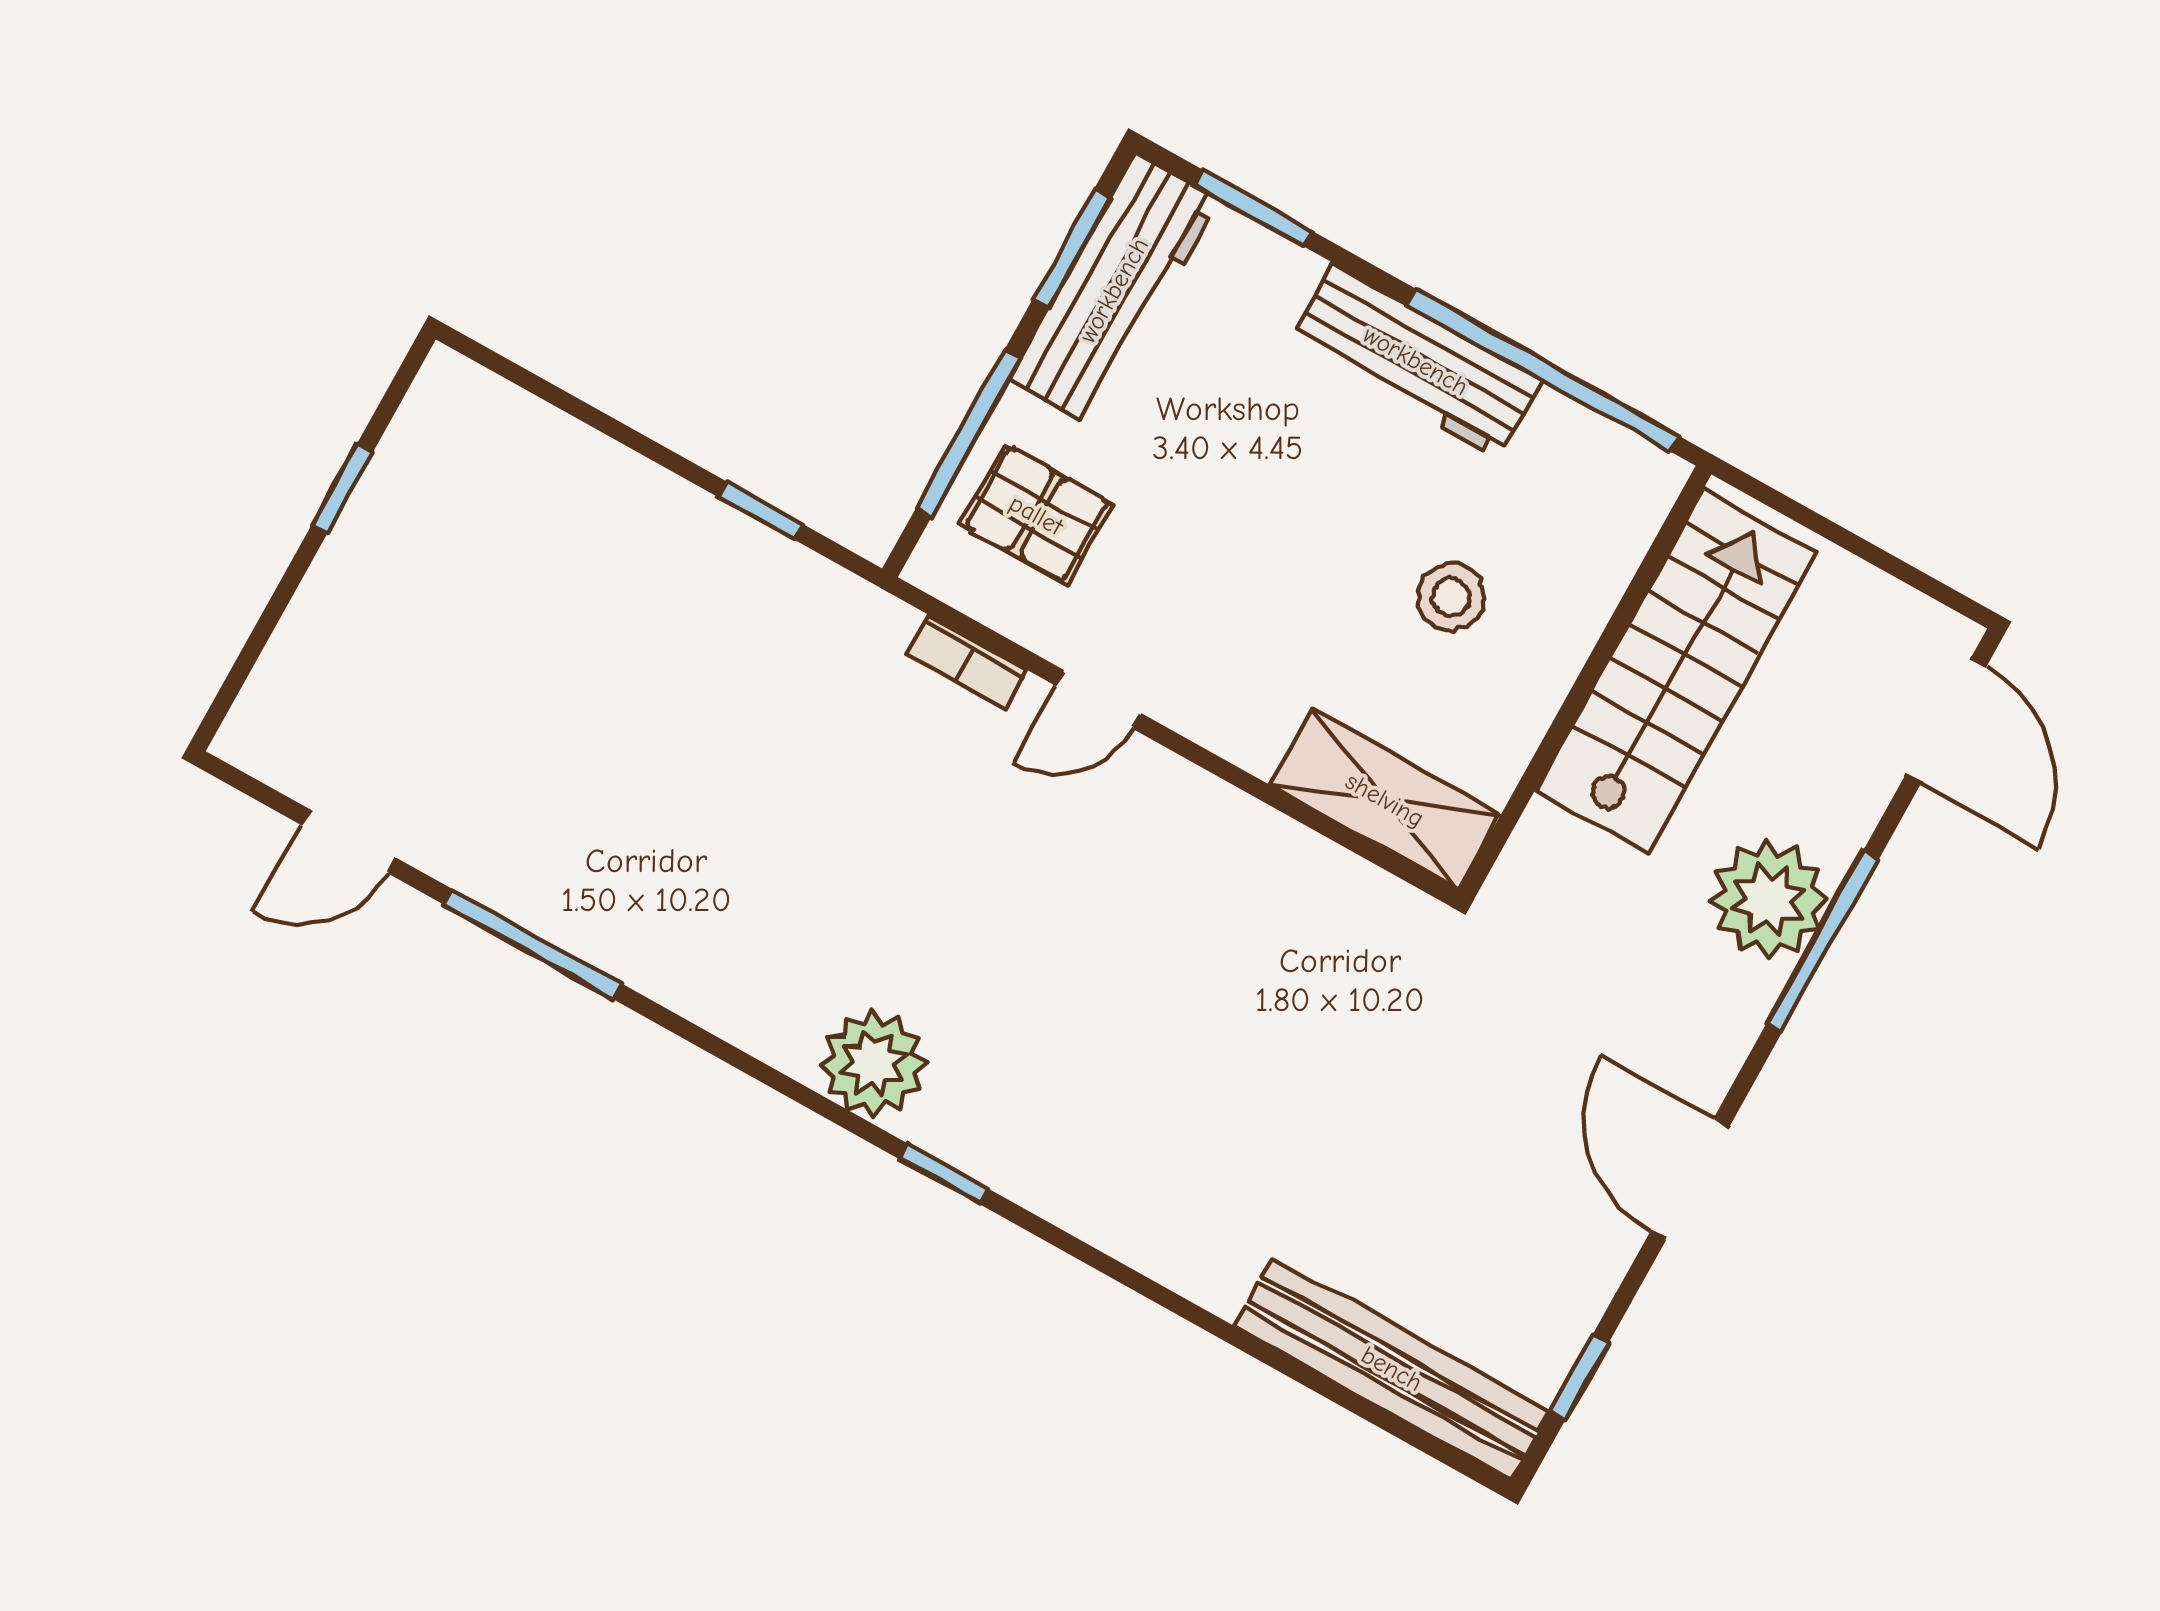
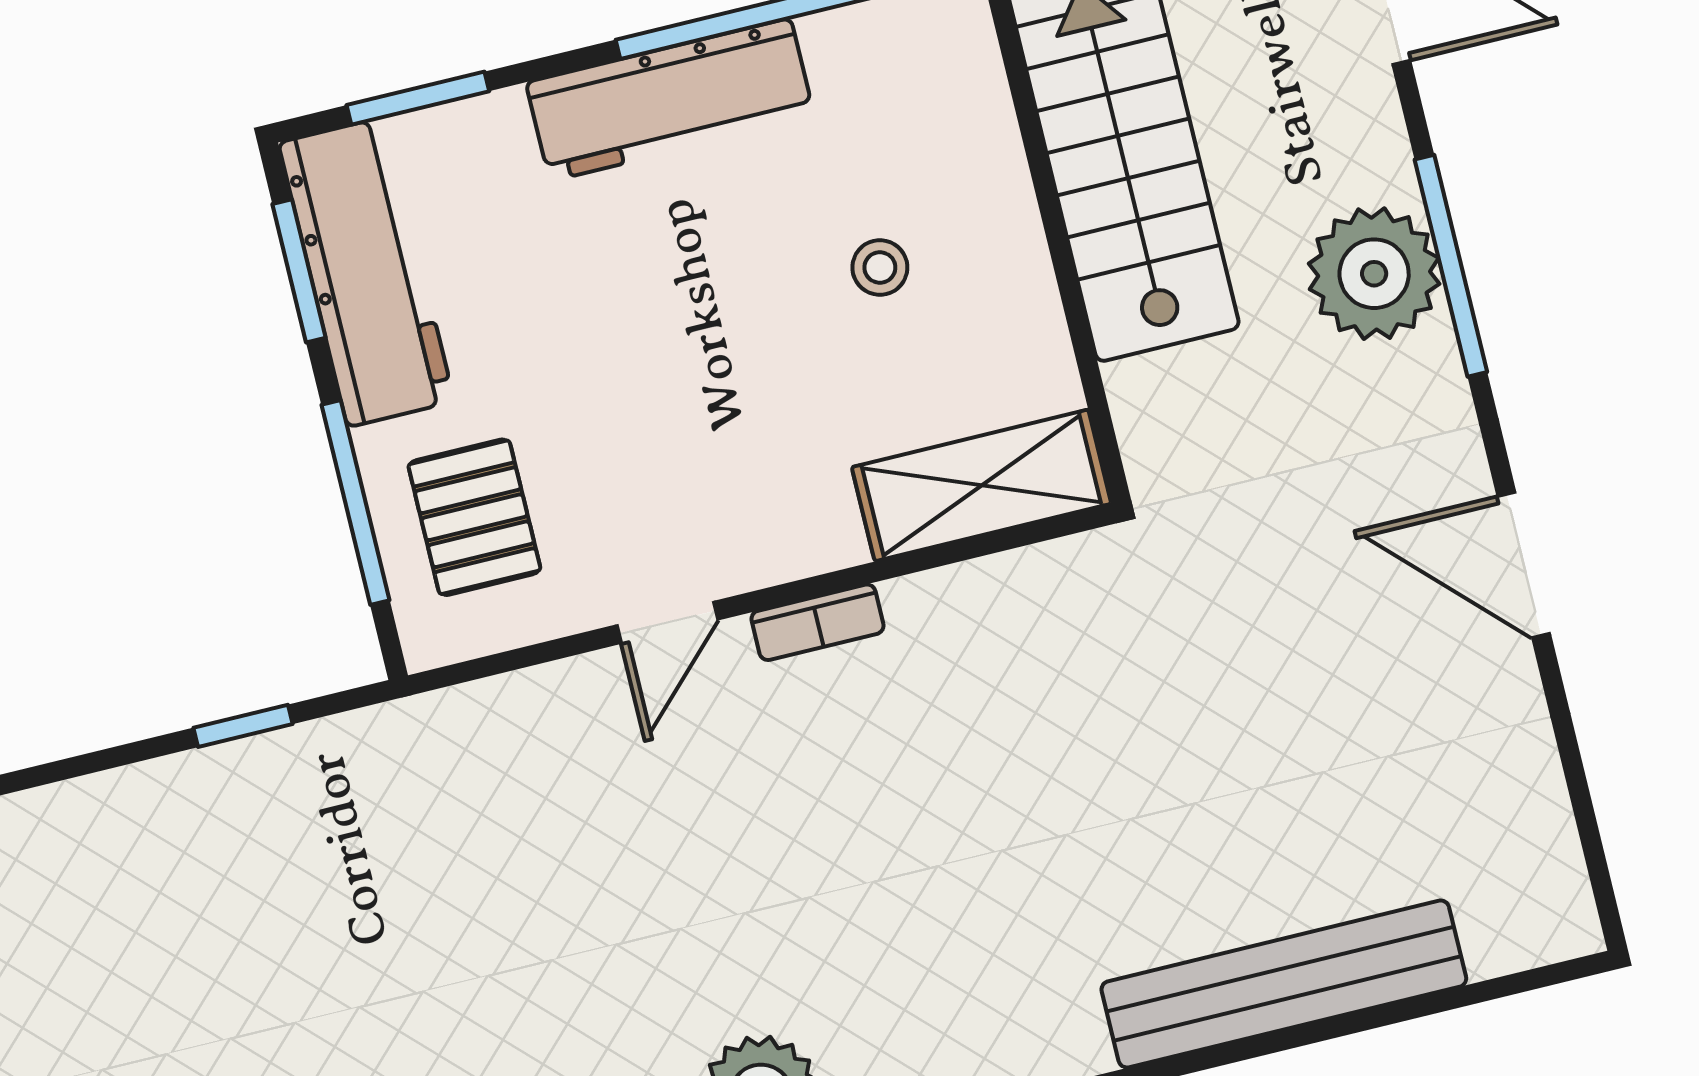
pallet: (1036, 515) -> (474, 517), turned 90
stool: (1451, 597) -> (880, 267), width x0.73, depth x0.73
bookcase: (967, 662) -> (817, 622), moved
bench: (1392, 1369) -> (1284, 984), moved
window: (1579, 1377) -> (1584, 813), removed

